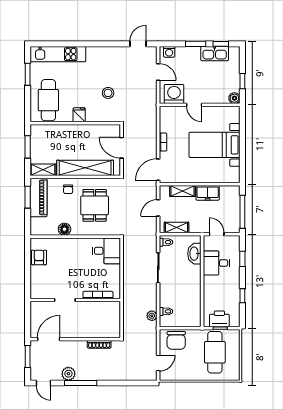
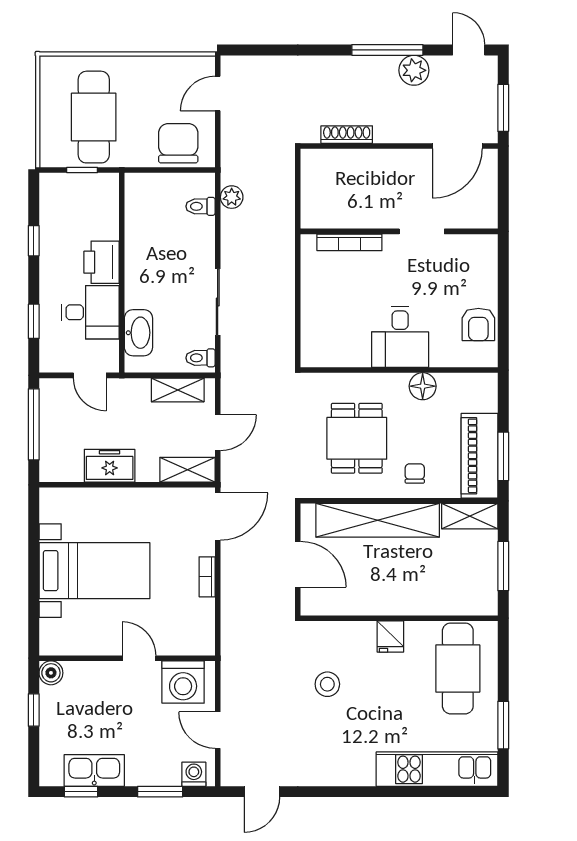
window: (196, 44) -> (160, 792), moved
shelving: (182, 191) -> (187, 470), moved
desk: (106, 251) -> (400, 337), moved, turned -90
printer: (219, 319) -> (102, 262), moved, turned 90

